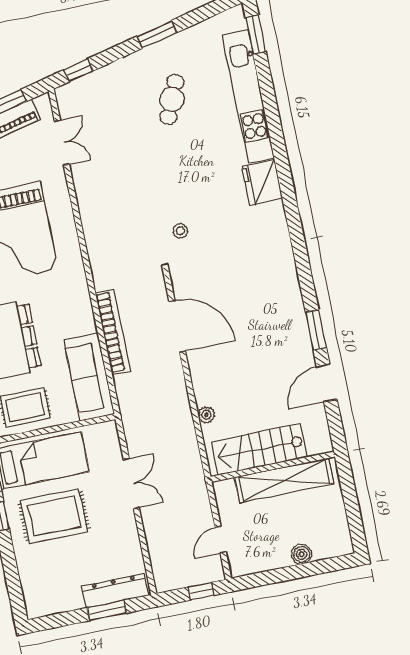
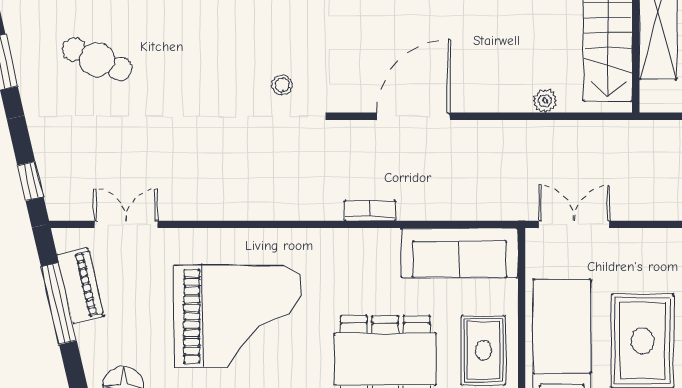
bookcase: (113, 332) -> (370, 211), width x0.43, depth x0.76
double door: (131, 484) -> (574, 224), moved

